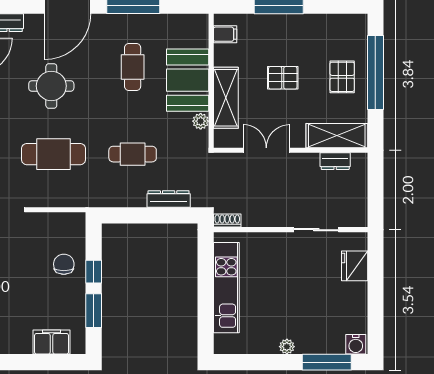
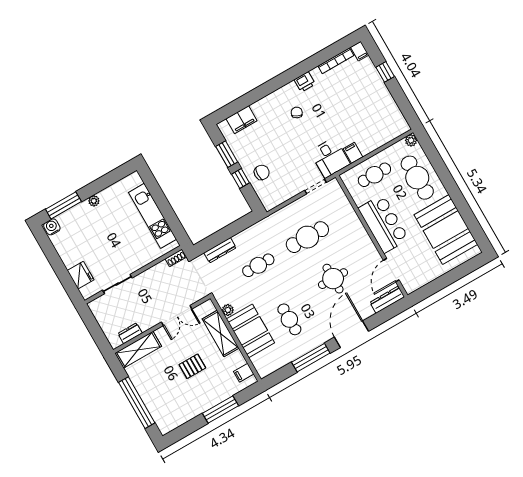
pallet: (342, 77) -> (156, 388), removed
chair: (64, 264) -> (262, 172), turned -90

